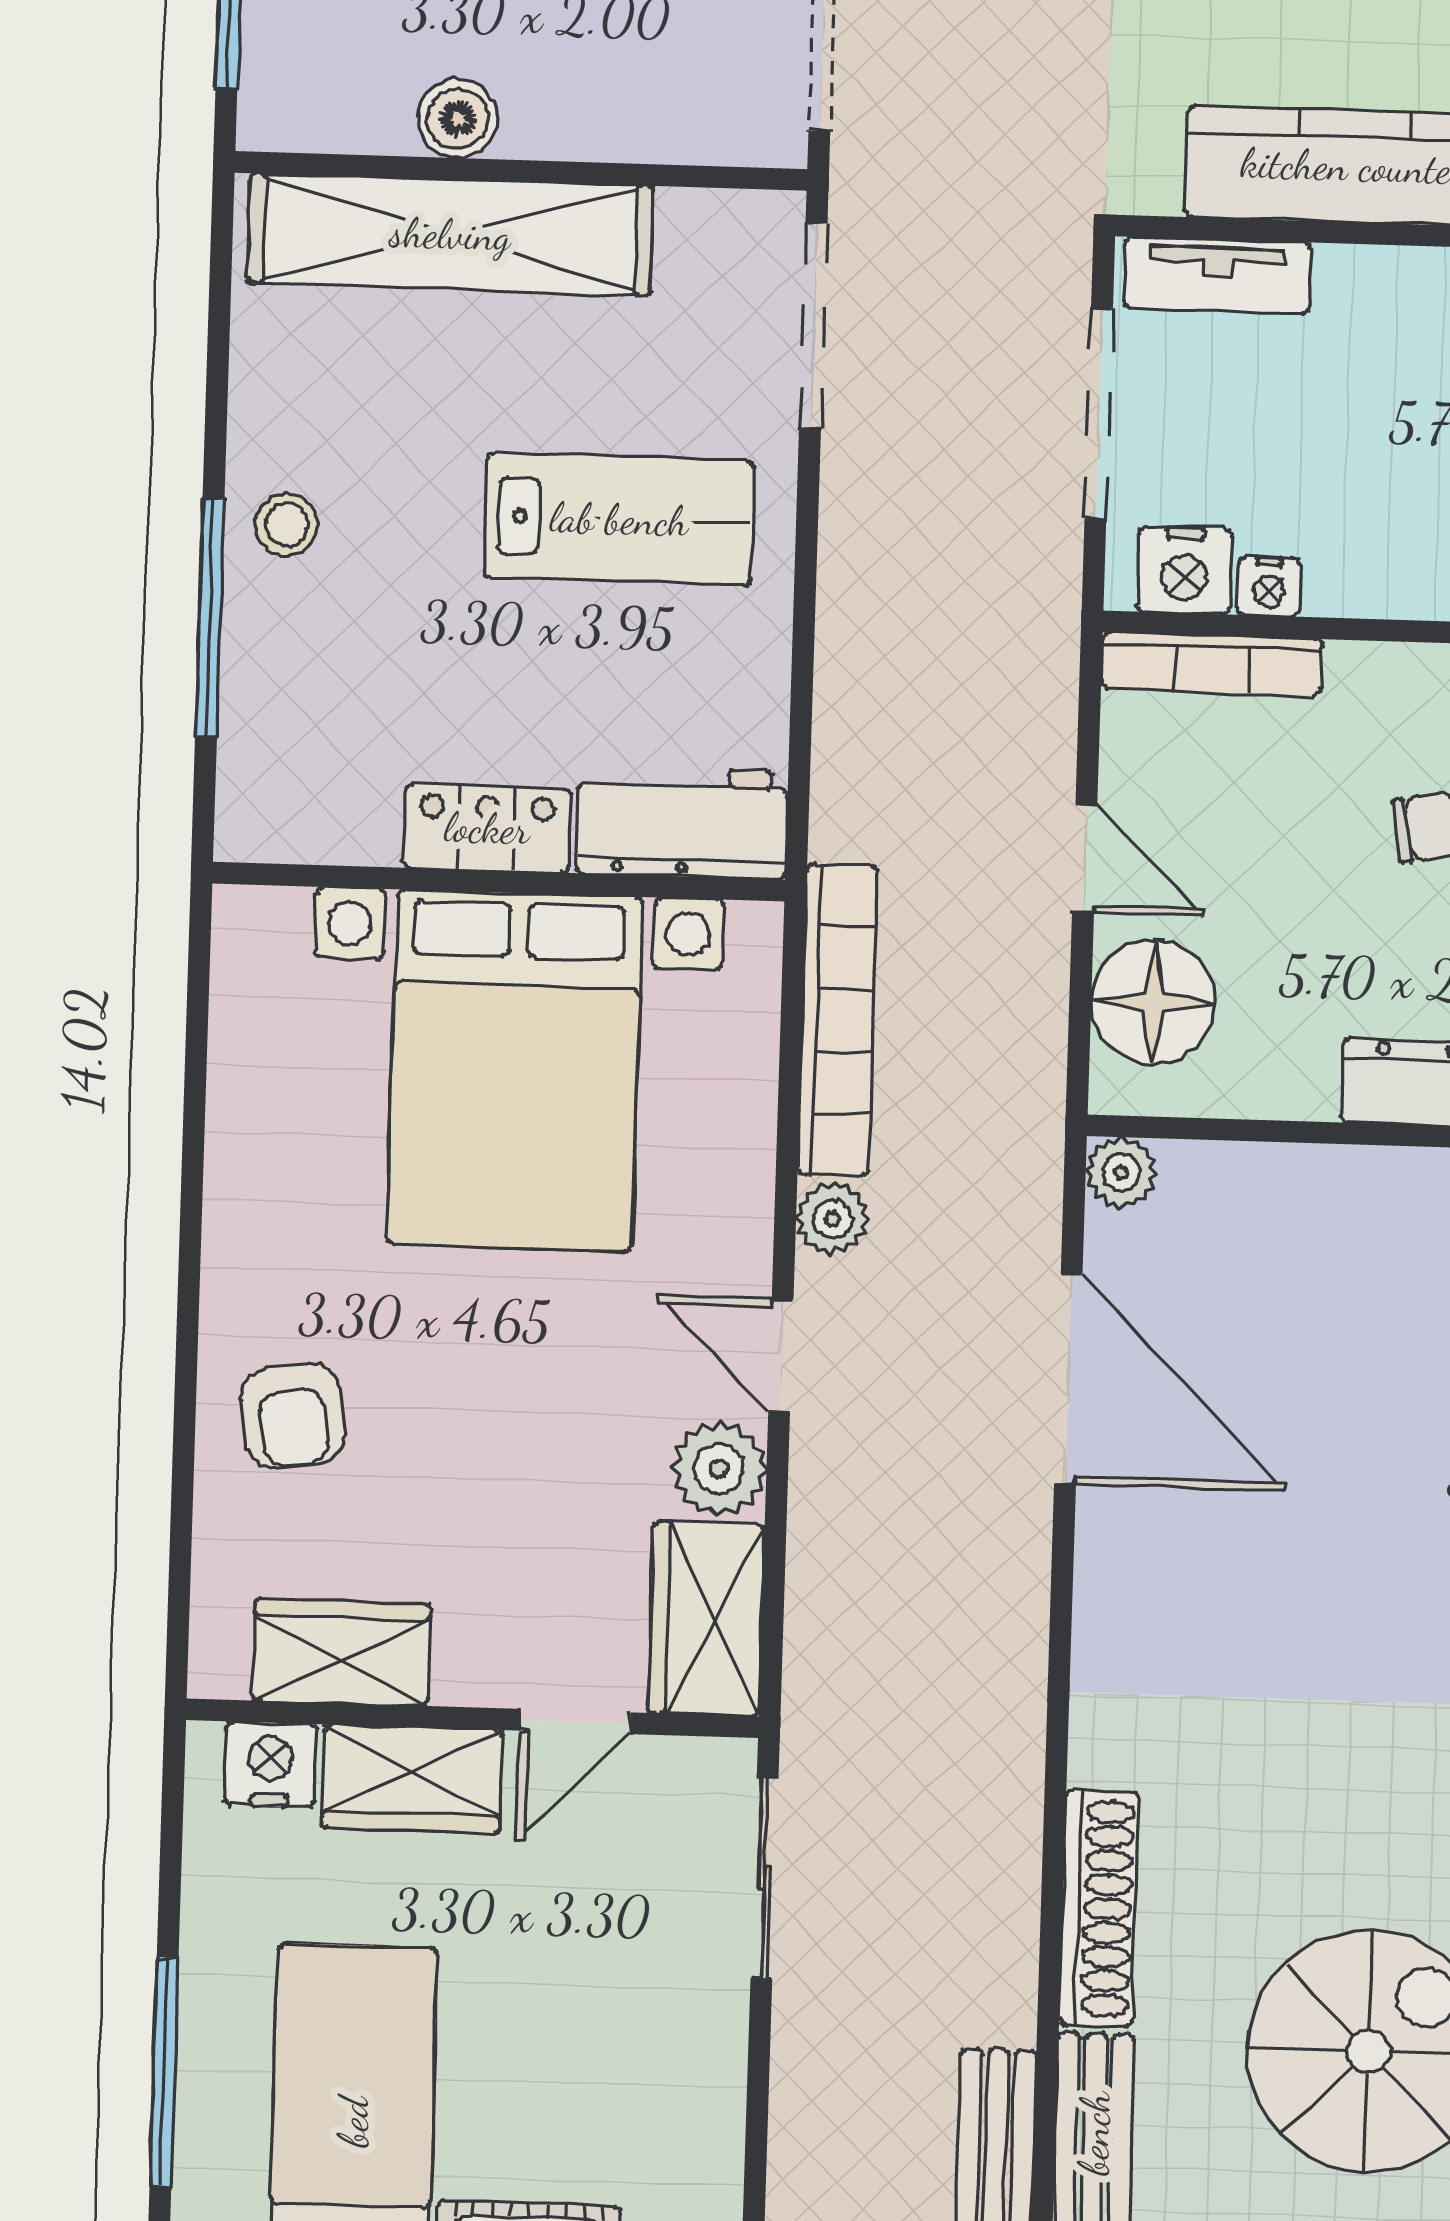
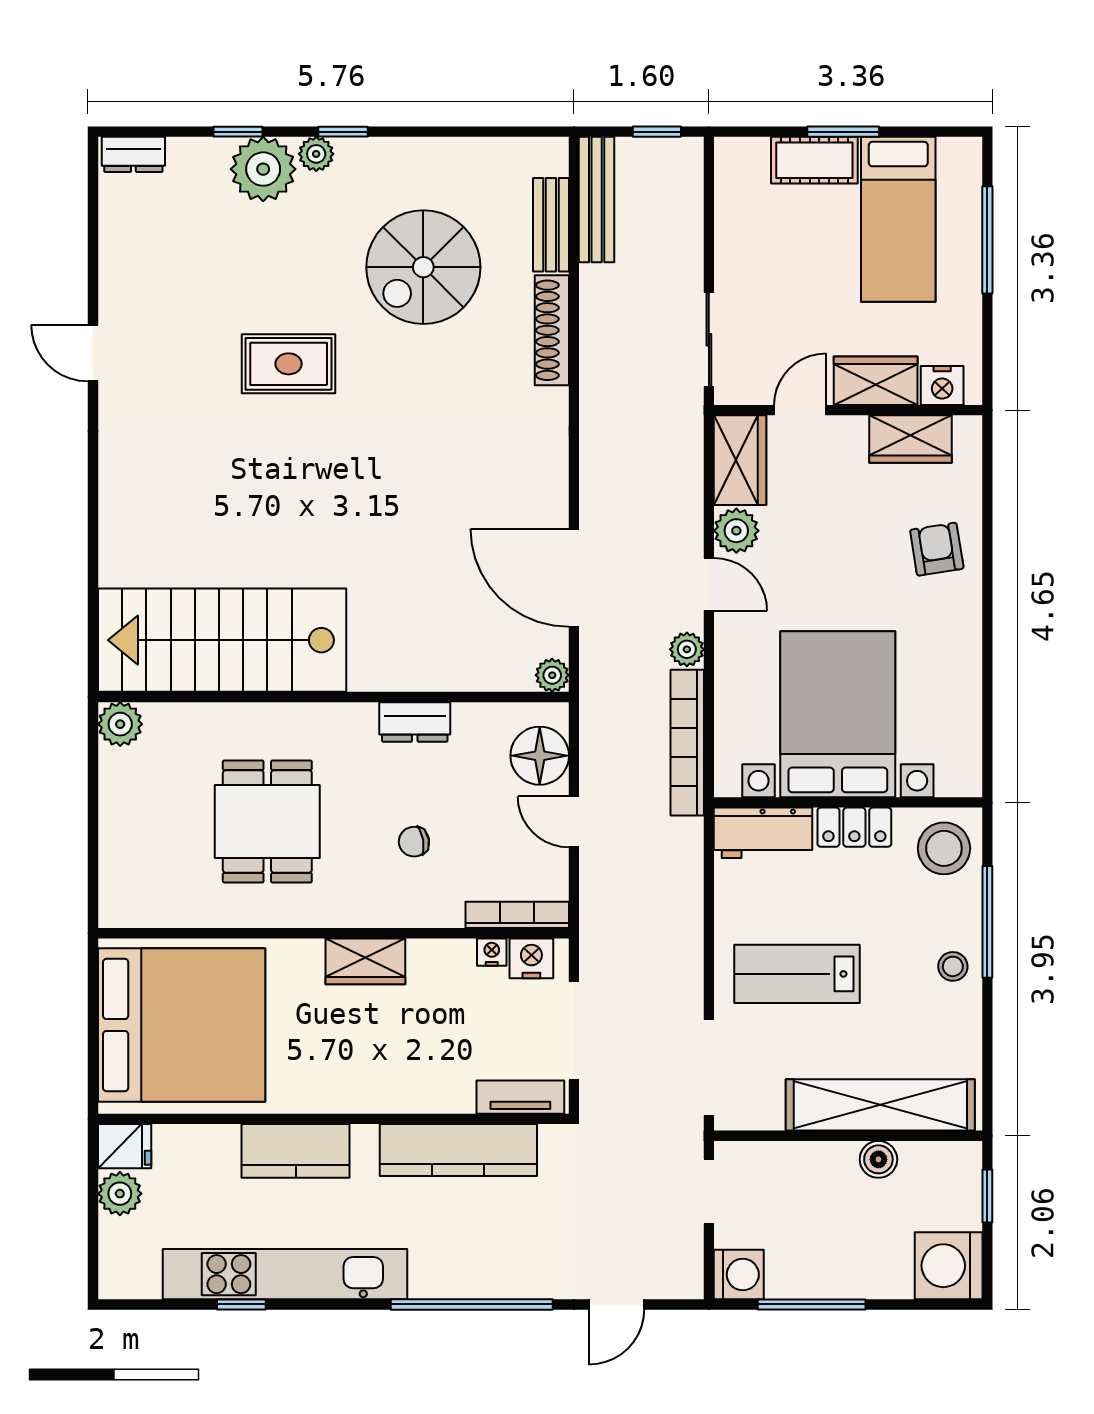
stool: (297, 777) -> (944, 848), added

